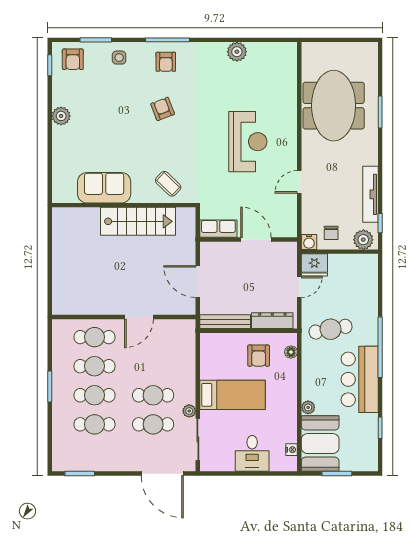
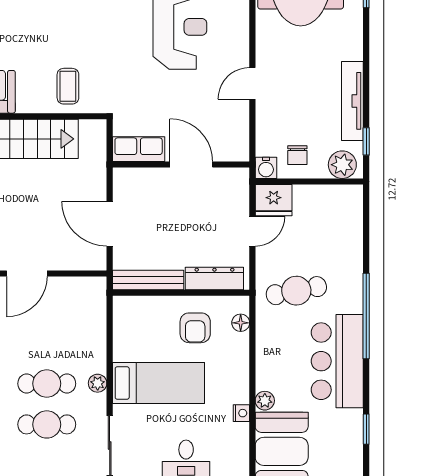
coffee table: (168, 184) -> (68, 86), turned 46
plant: (189, 411) -> (98, 383), moved
nightstand: (292, 450) -> (241, 413), moved

